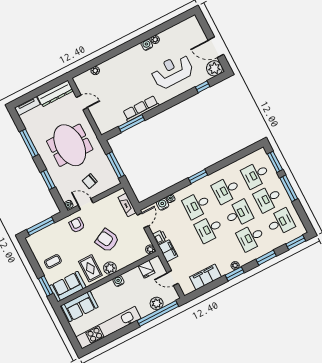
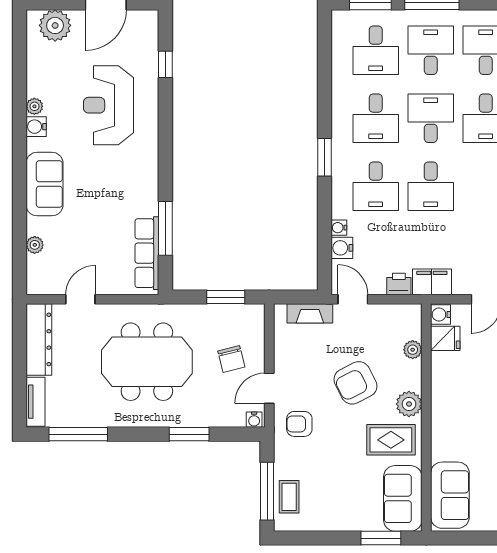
sofa: (124, 61) -> (45, 184), added
plant: (214, 68) -> (55, 25), moved
row of seats: (141, 109) -> (147, 253), moved
window: (29, 143) -> (78, 434), moved
window: (115, 165) -> (226, 297), width x0.69
desk: (268, 198) -> (431, 50), turned 180
plant: (150, 249) -> (413, 350), moved
coffee table: (53, 261) -> (289, 497), moved
water cooler: (118, 281) -> (440, 315), moved

